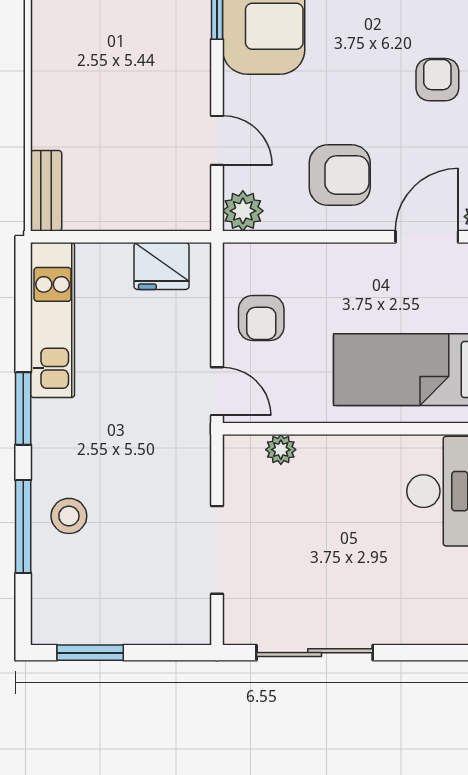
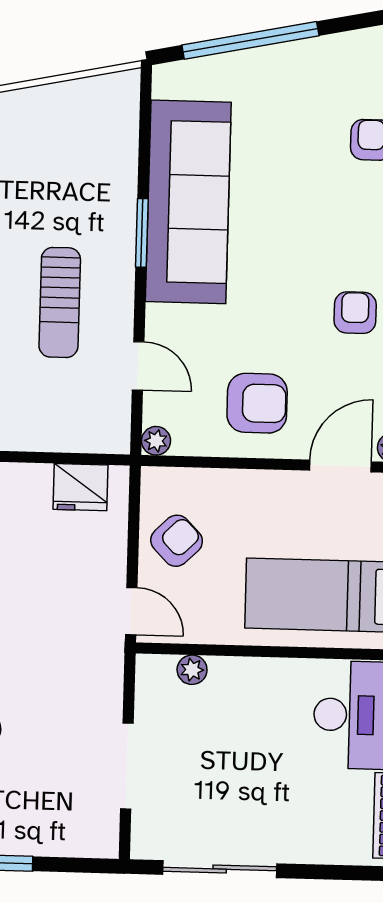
sun lounger: (135, 78) -> (60, 302), added
plant: (243, 211) -> (156, 441), width x0.73, depth x0.73
armchair: (261, 318) -> (177, 541), turned -134

